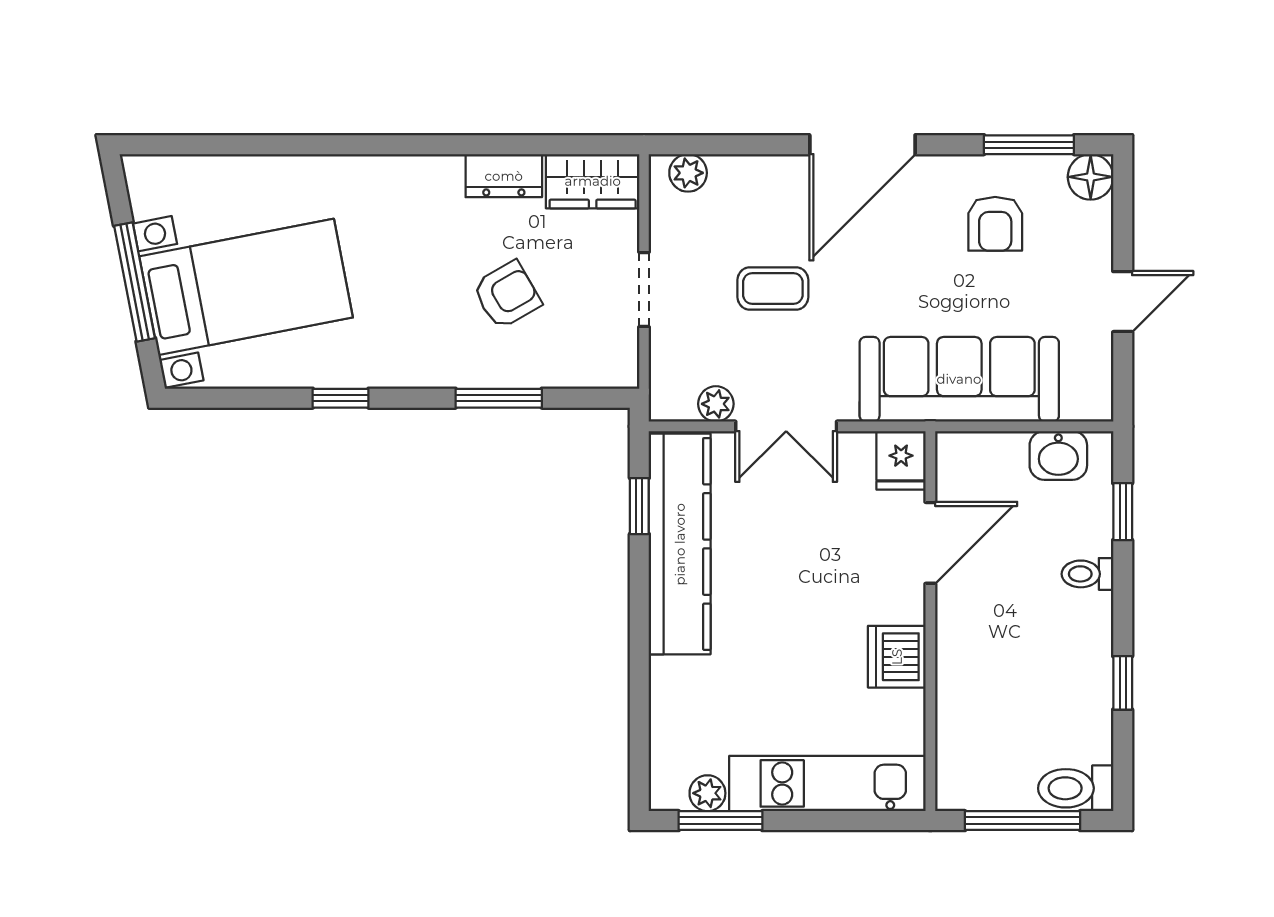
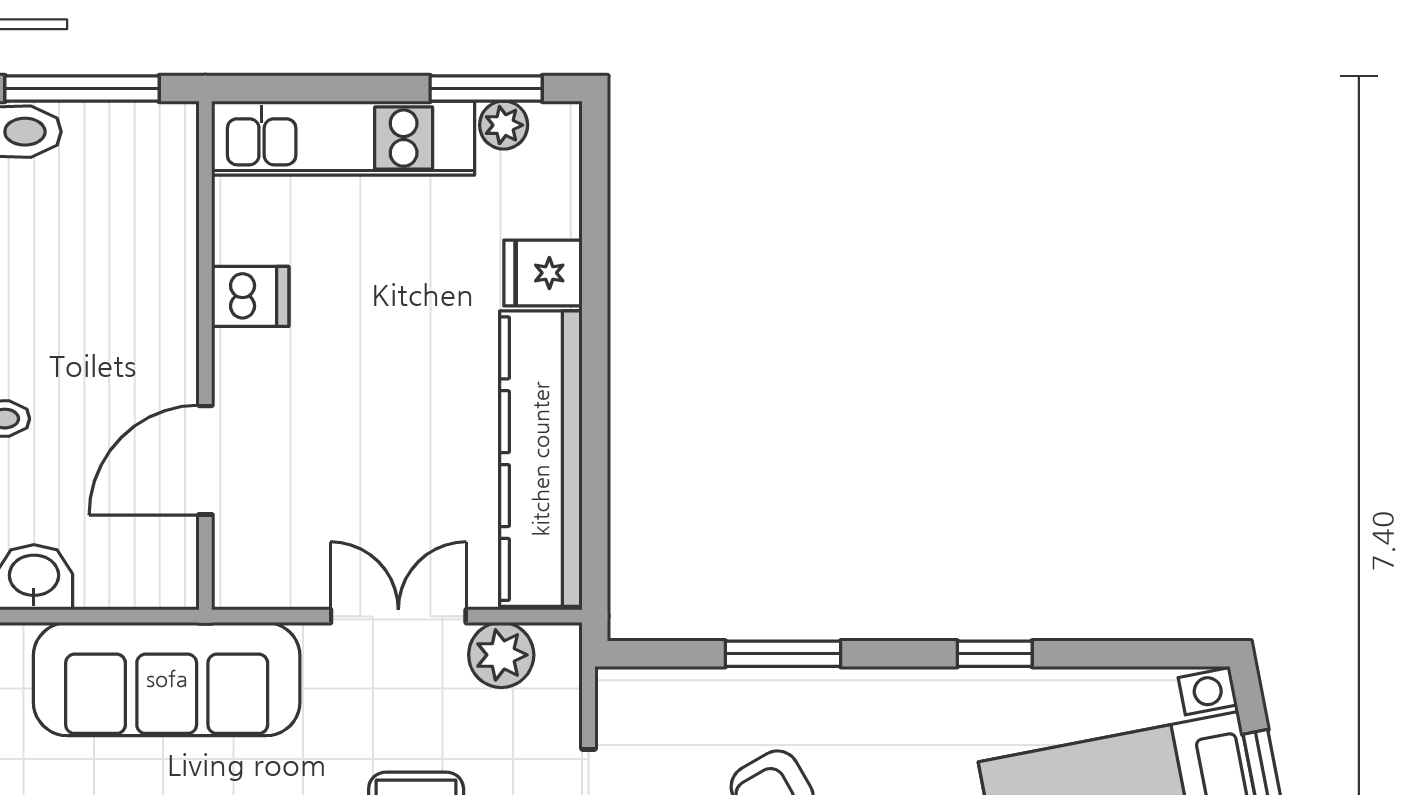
plant: (716, 404) -> (501, 655), width x1.38, depth x1.38
fridge: (901, 460) -> (543, 273), moved, turned -90
window: (639, 506) -> (595, 509), removed
dishwasher: (897, 657) -> (250, 296), width x0.73

